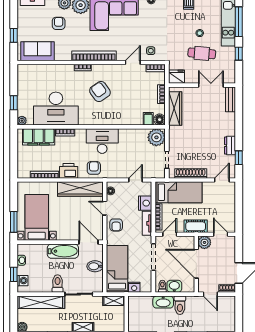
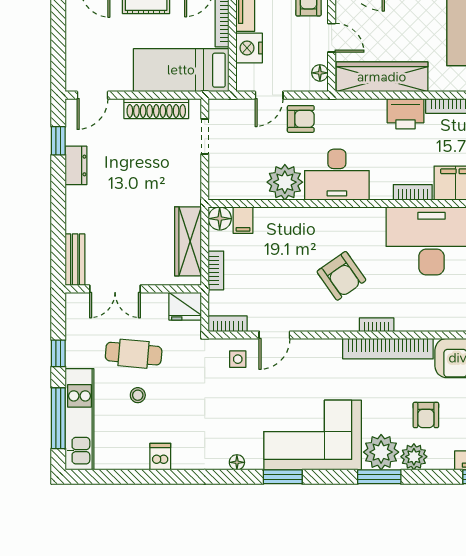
bookcase: (94, 56) -> (388, 349), moved
plant: (156, 137) -> (285, 182), moved
armchair: (94, 168) -> (301, 119), moved, turned -90

